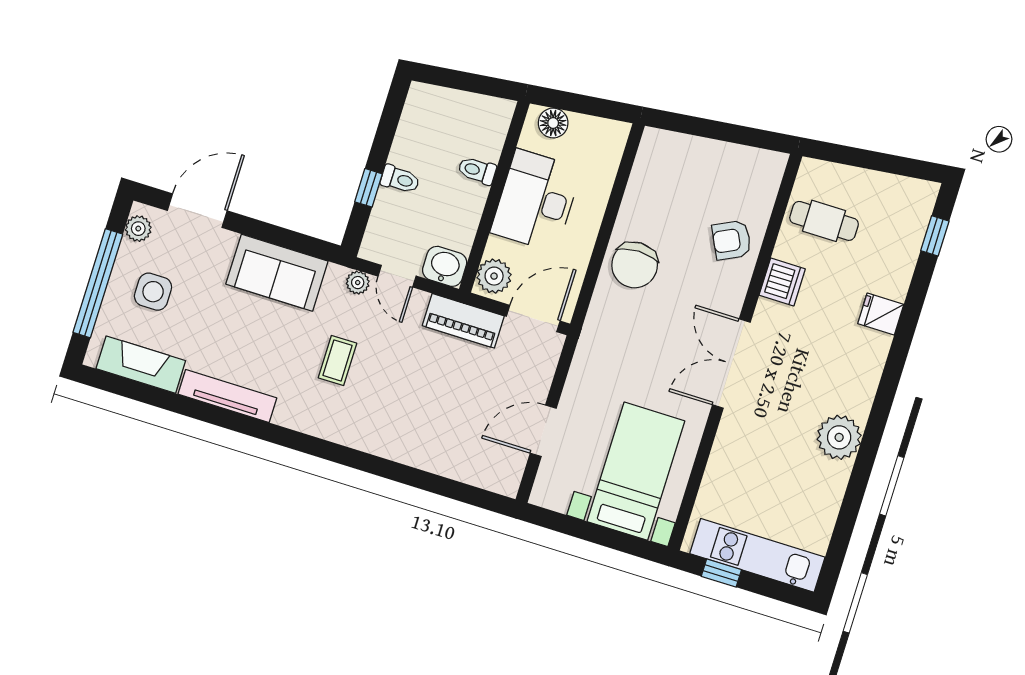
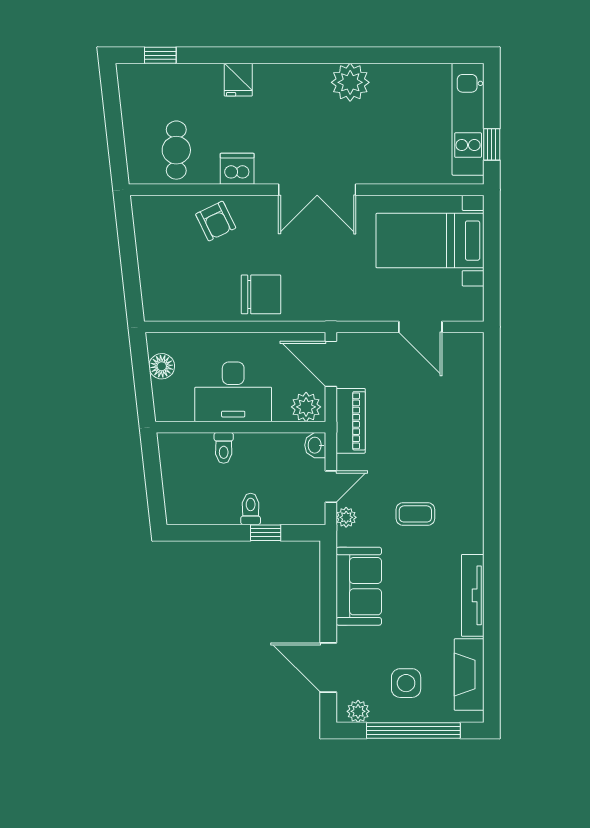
floor lamp: (553, 123) -> (162, 366), moved
washbasin: (445, 266) -> (315, 445), width x0.72, depth x0.69

